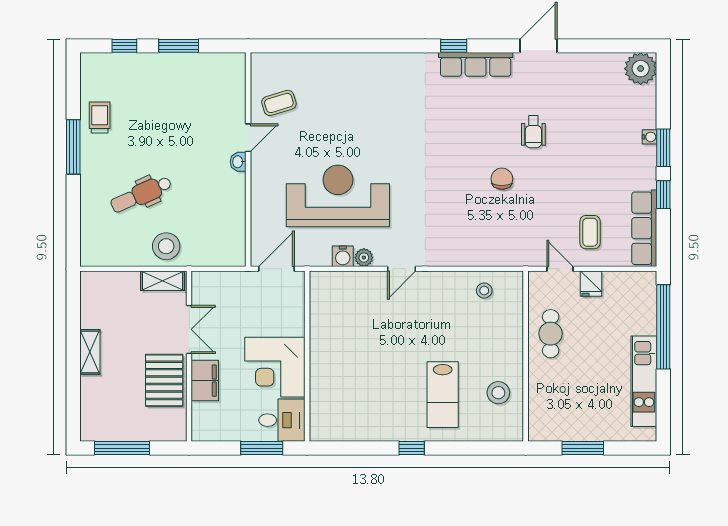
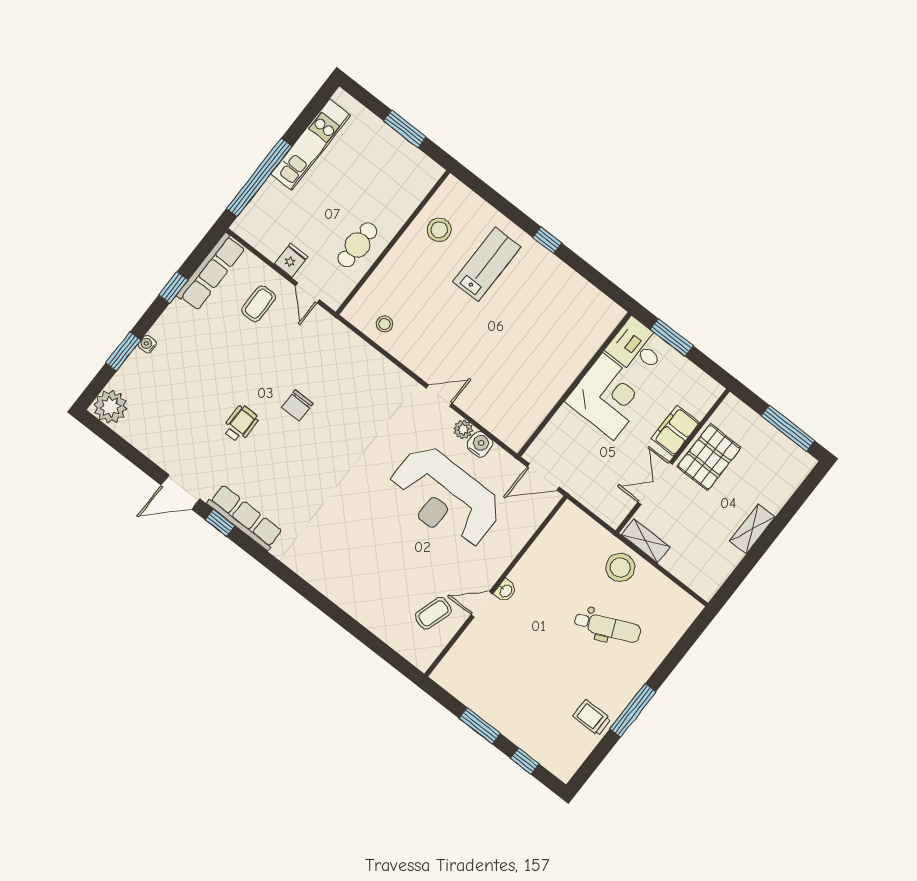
window: (454, 46) -> (220, 523), moved
coffee table: (279, 103) -> (433, 613), turned -55
trolley: (100, 118) -> (592, 718), turned 90
window: (663, 148) -> (123, 352), moved

